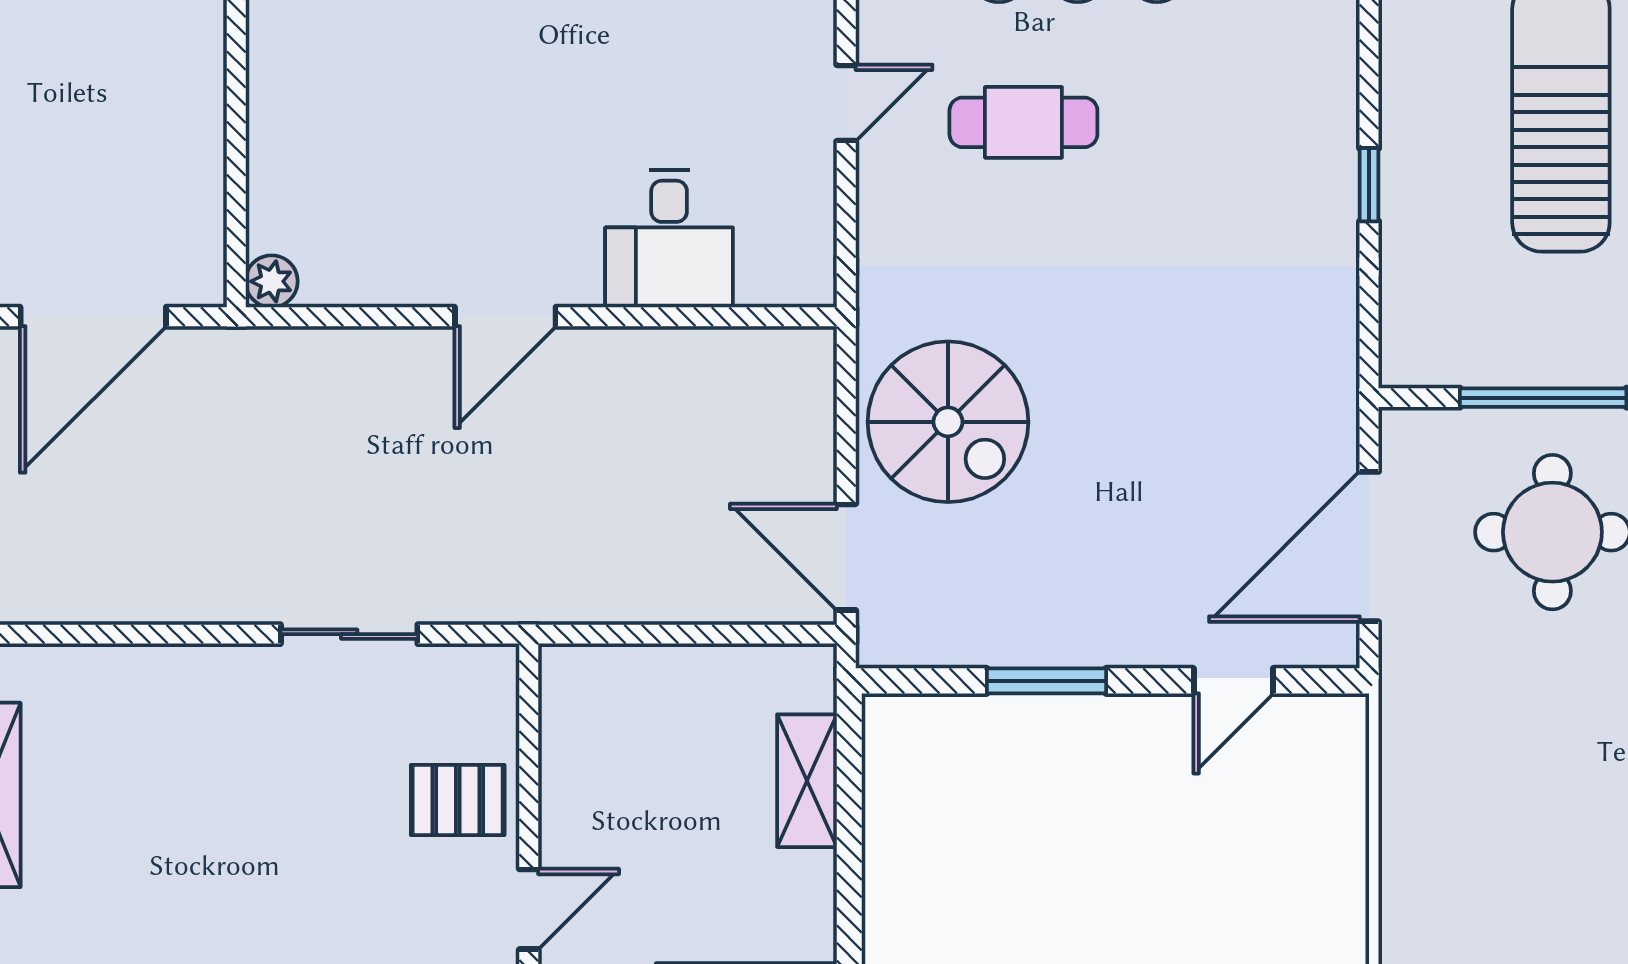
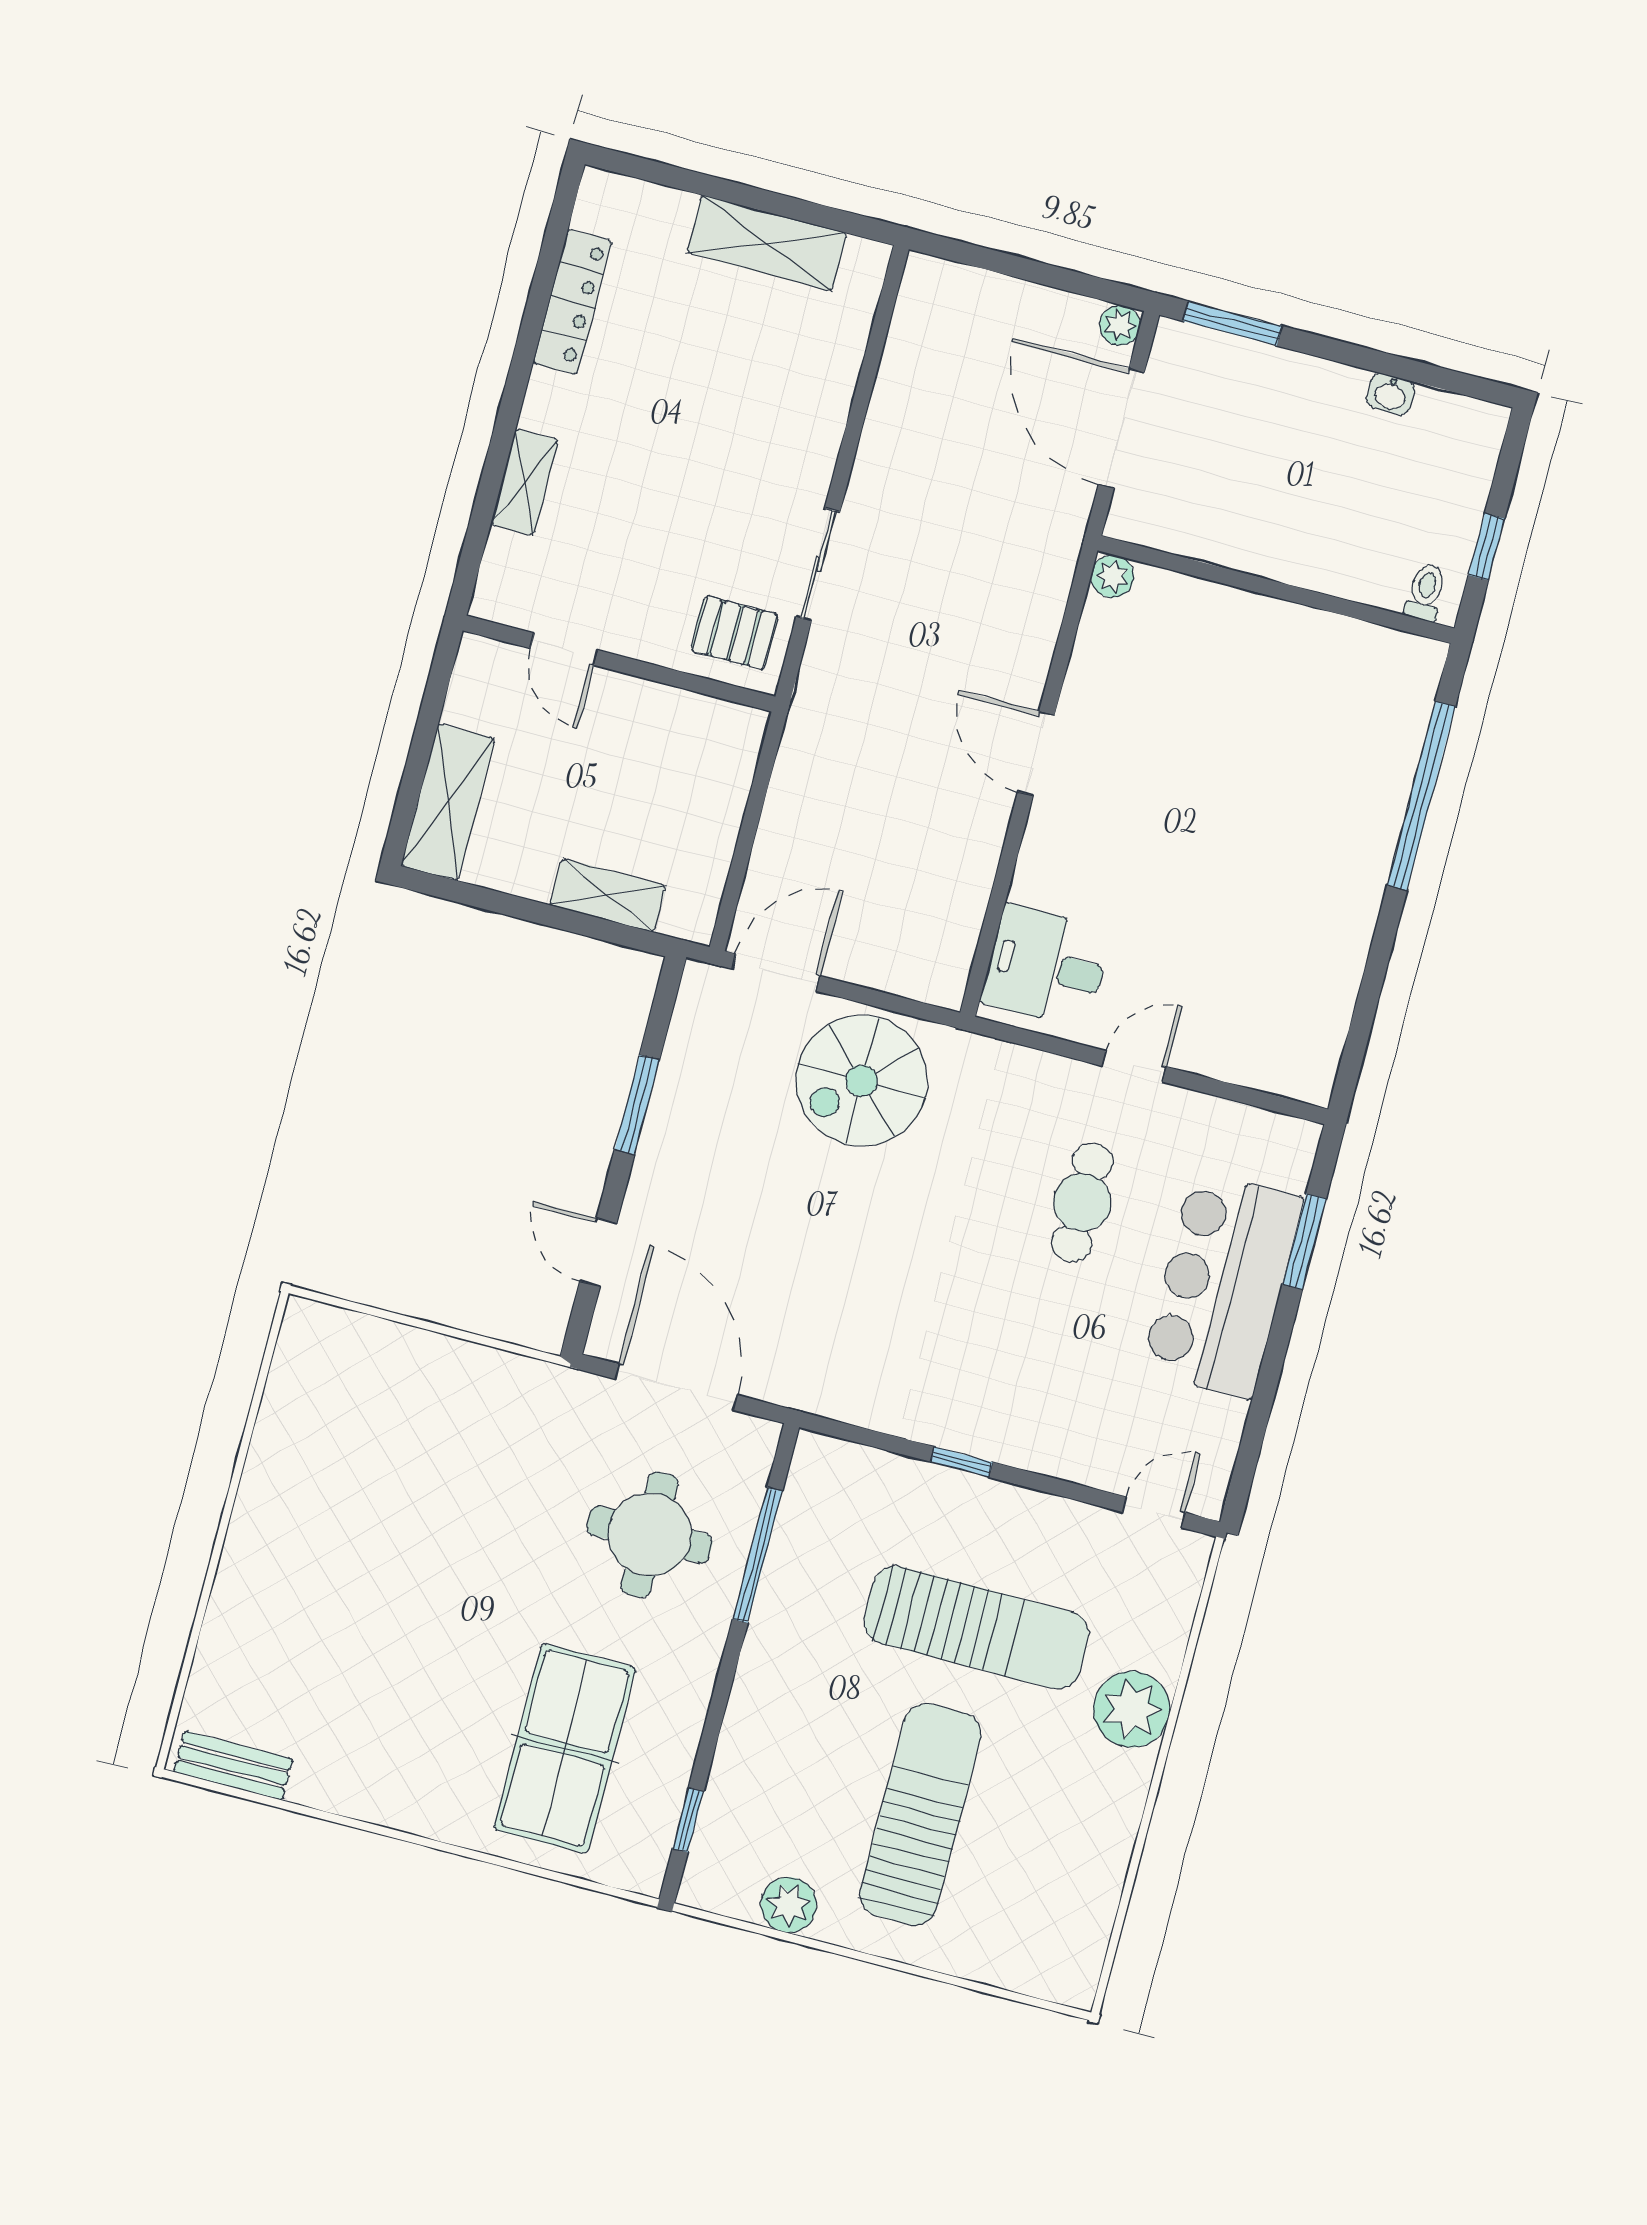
door: (846, 103) -> (1134, 1066), swing flipped
desk: (669, 238) -> (1046, 966), moved
pallet: (458, 800) -> (735, 633), moved, turned 90

